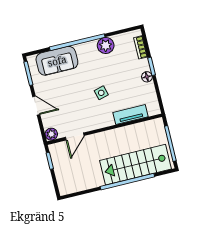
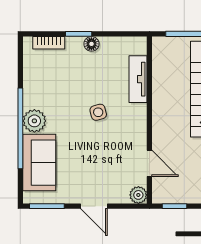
plant: (106, 45) -> (34, 121), moved
door: (36, 106) -> (94, 206), swing flipped

